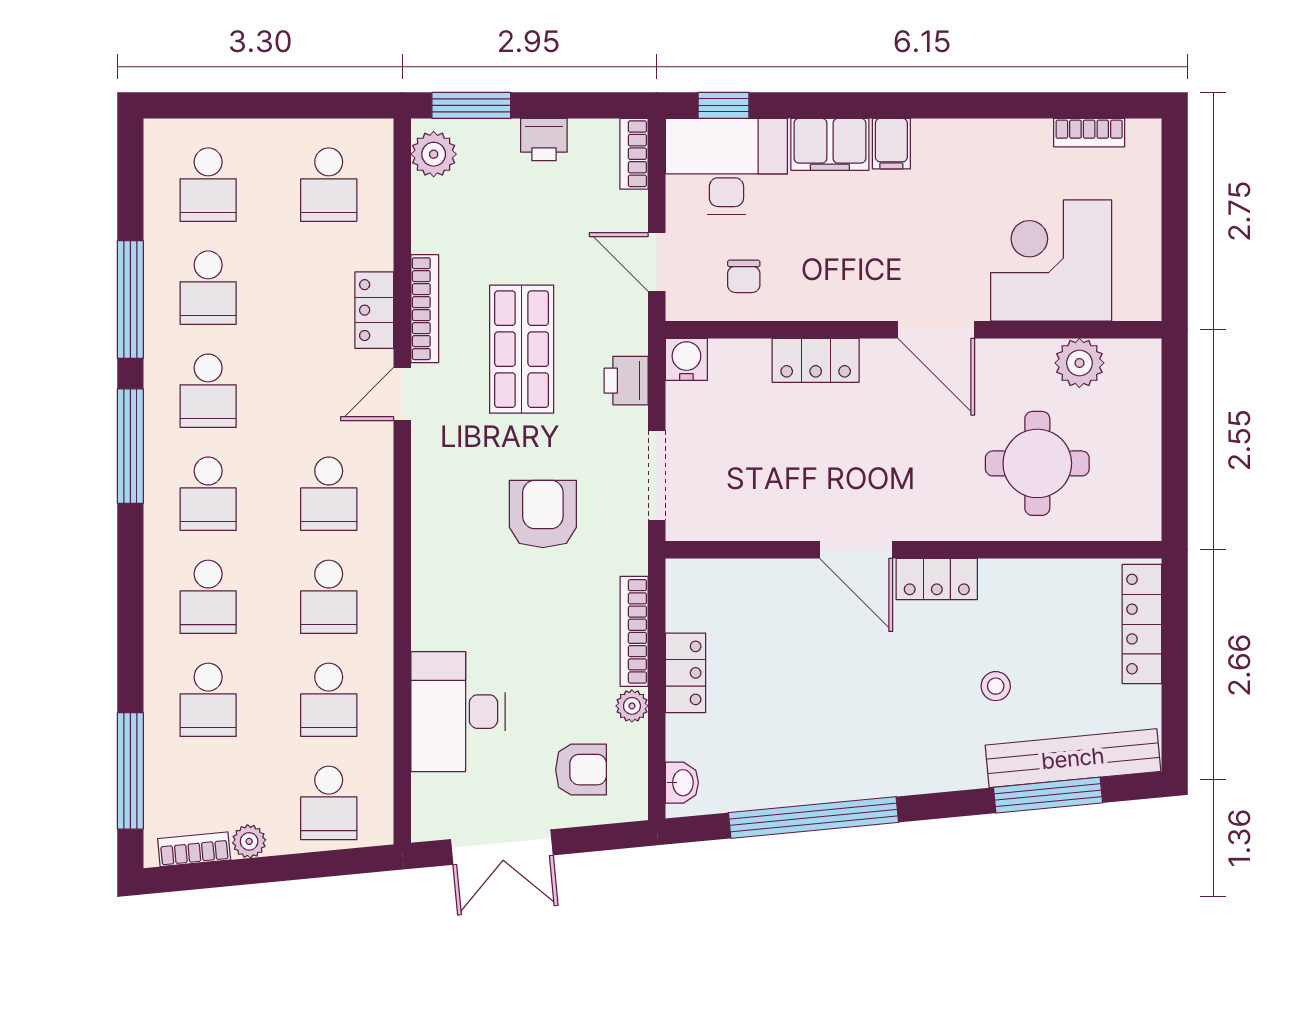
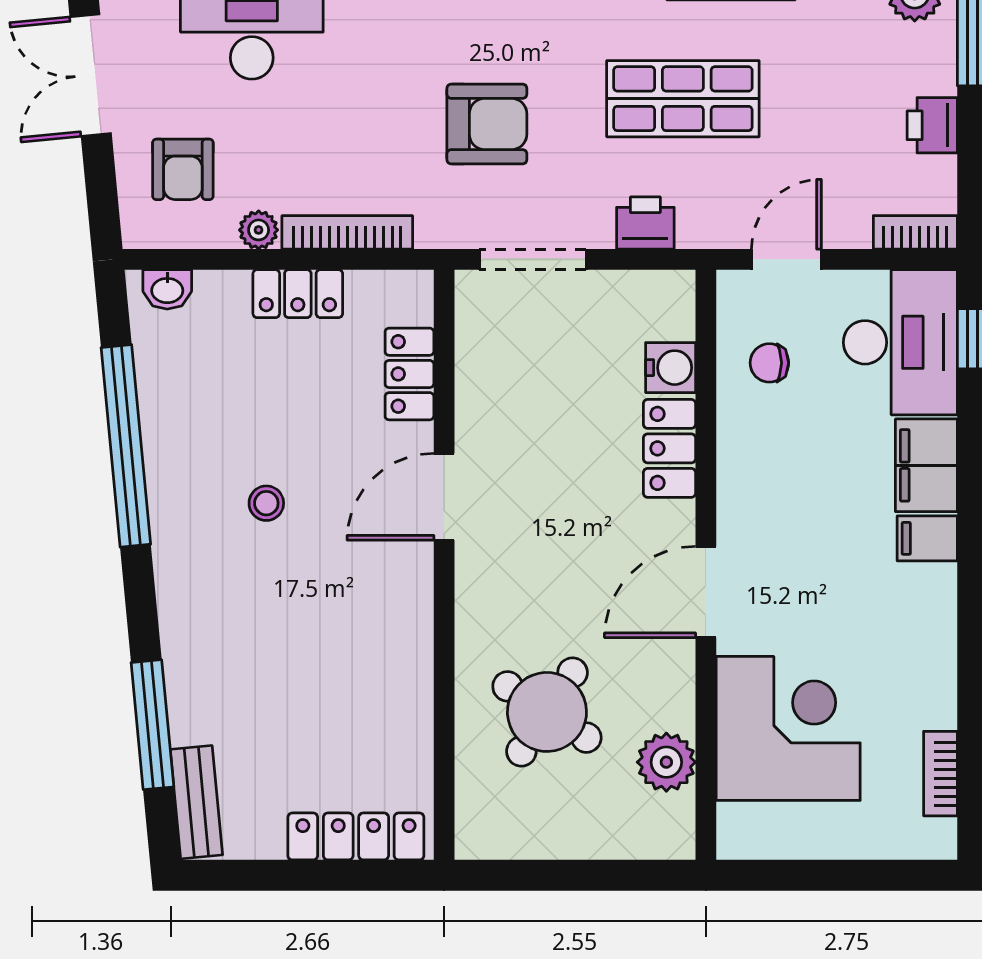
water cooler: (686, 359) -> (671, 368), moved
round table: (1037, 463) -> (547, 712), turned 33
locker: (937, 579) -> (409, 374), moved
stool: (996, 686) -> (266, 503), moved
bench: (1073, 758) -> (196, 802), width x0.54, depth x0.82

